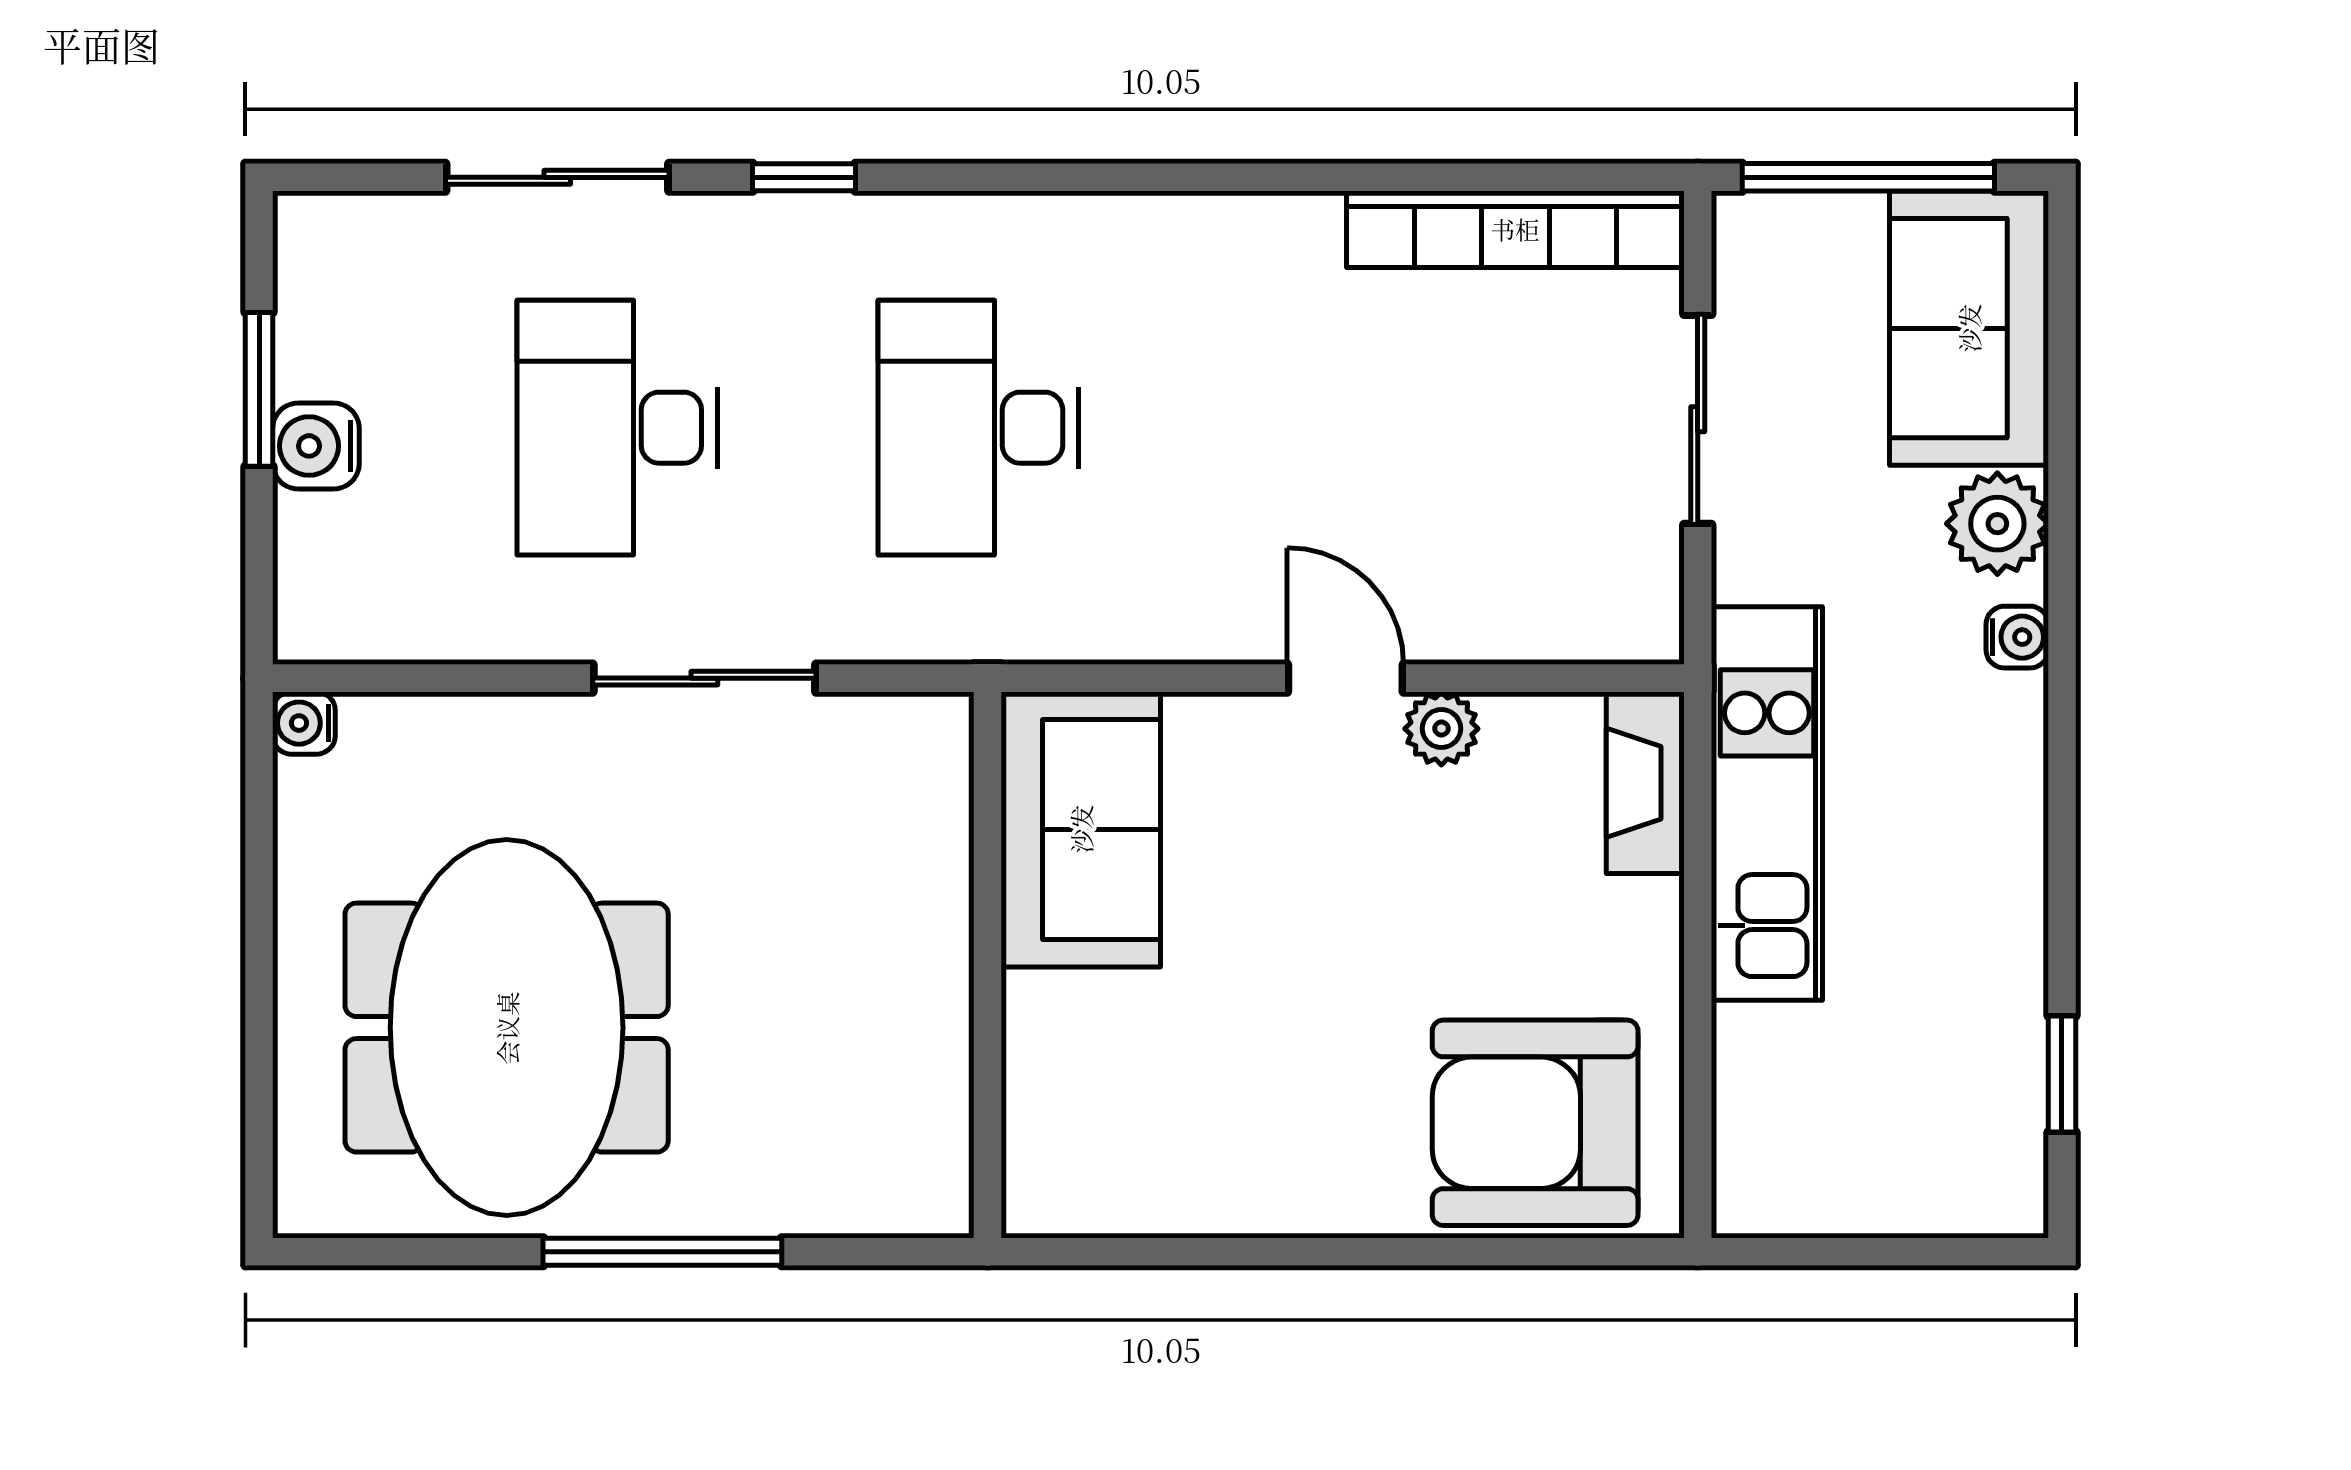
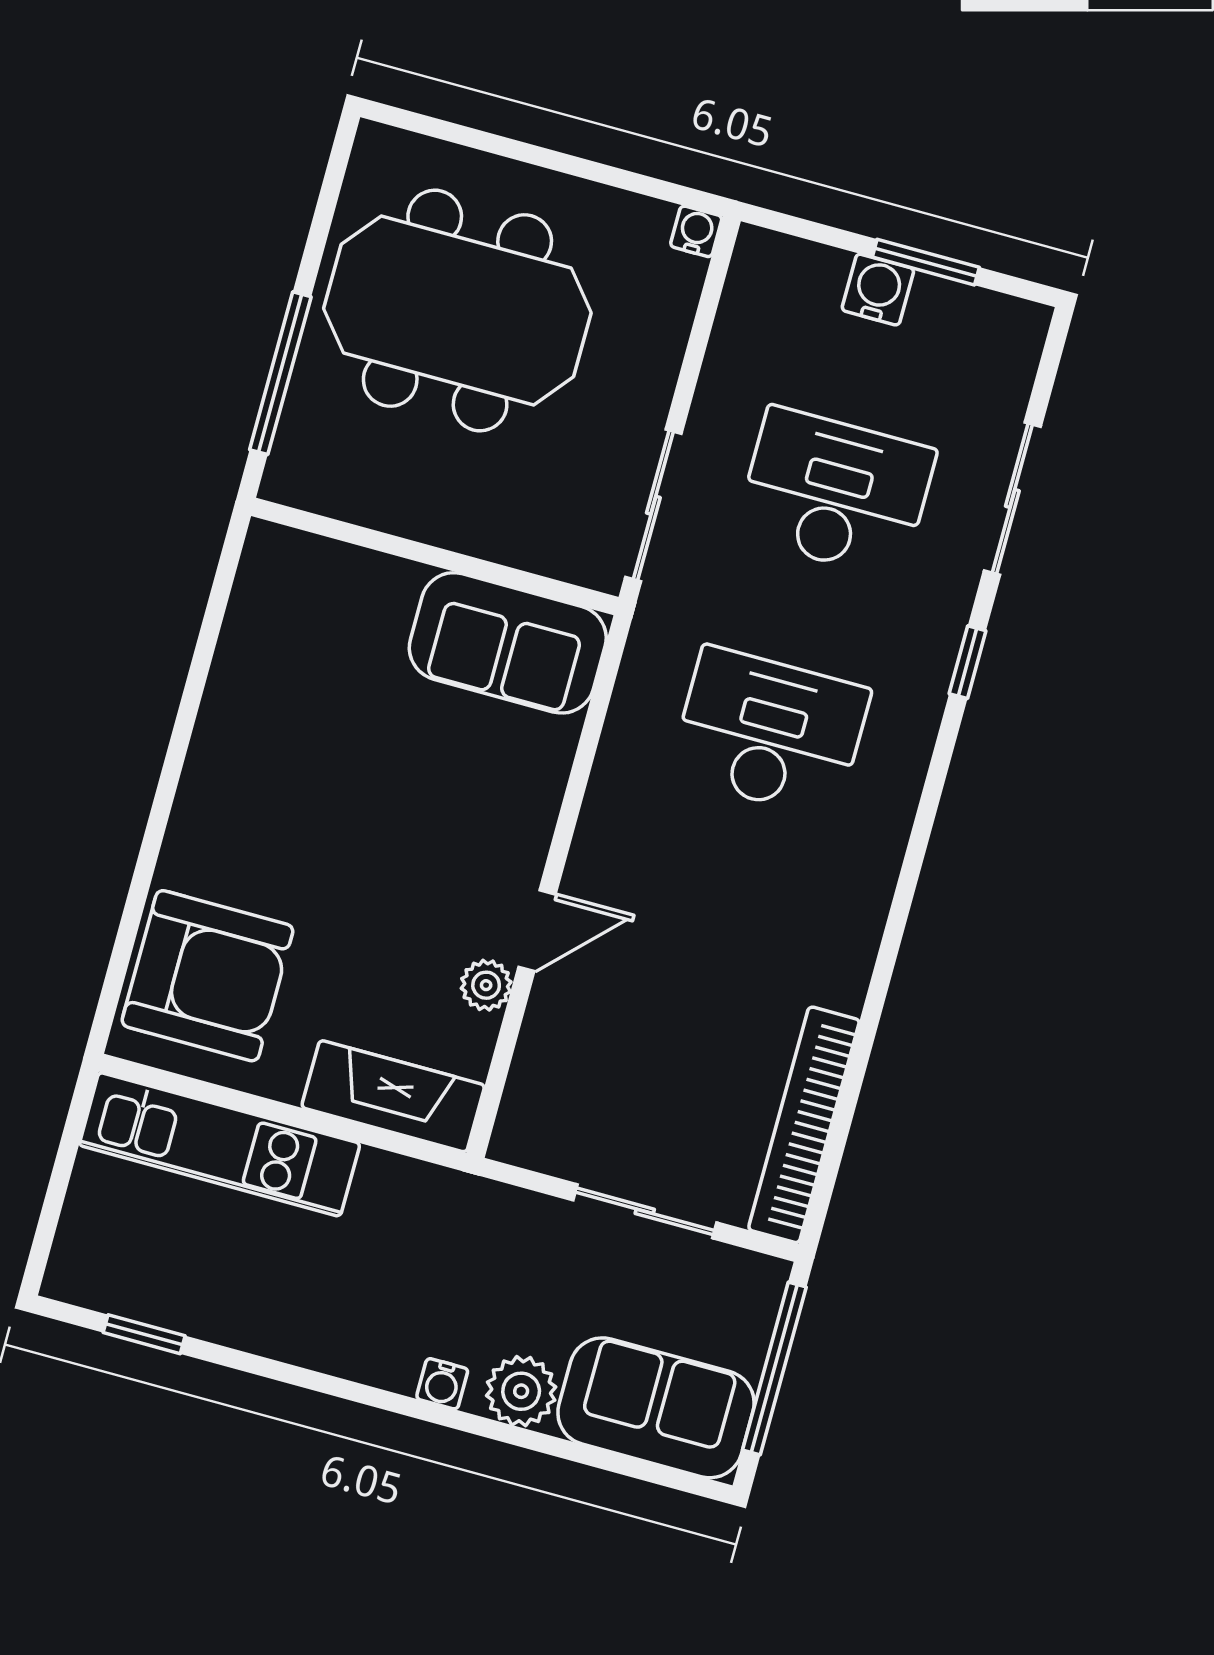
fireplace: (1645, 783) -> (393, 1096), width x1.37, depth x1.32
kitchen unit: (1767, 803) -> (220, 1144), moved
sofa: (1081, 829) -> (508, 643), moved
wall: (987, 965) -> (435, 556), moved
armchair: (1535, 1123) -> (207, 976), turned 90

